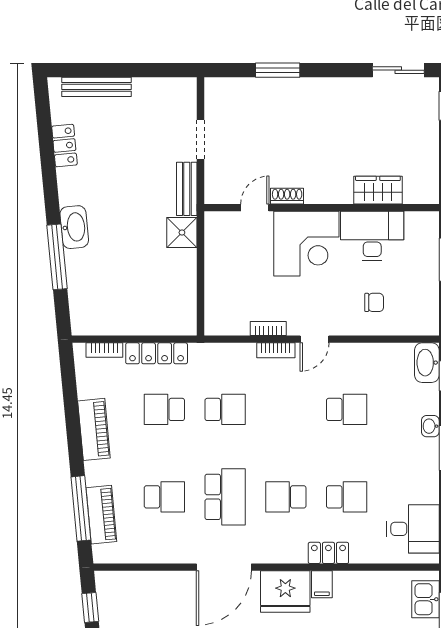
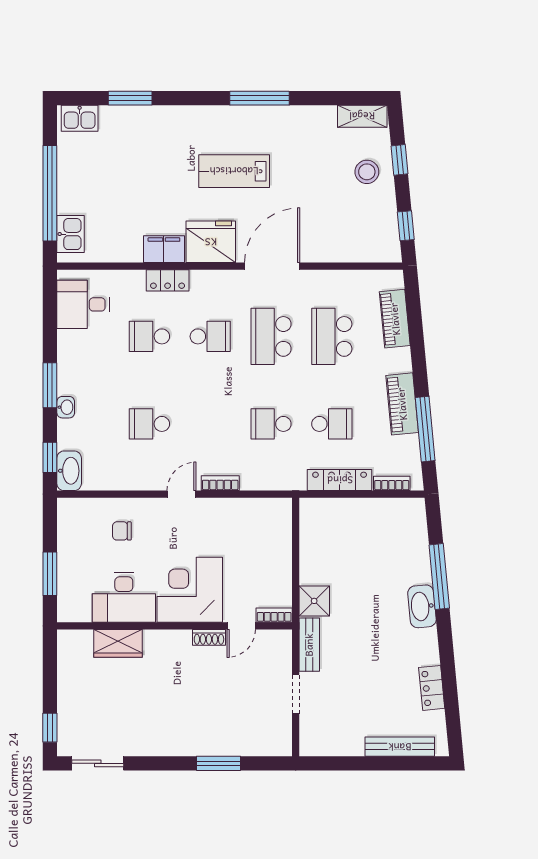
bookcase: (268, 329) -> (274, 615), moved, turned 180
school desk: (164, 497) -> (332, 336), width x1.85
window: (81, 508) -> (425, 429), moved
filing cabinet: (322, 584) -> (164, 249), width x2.00

